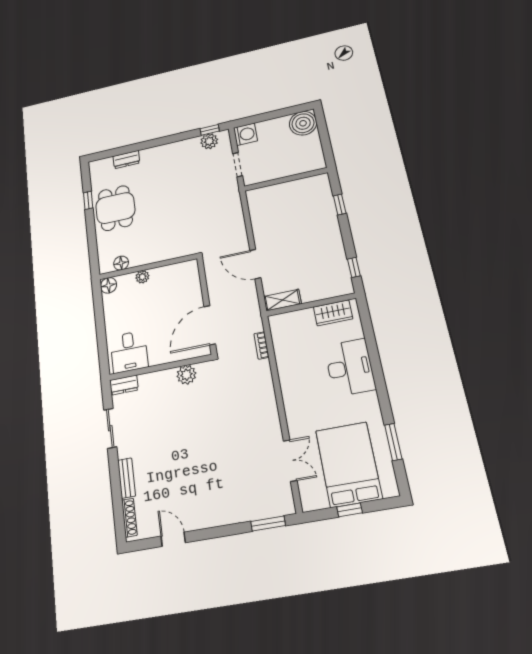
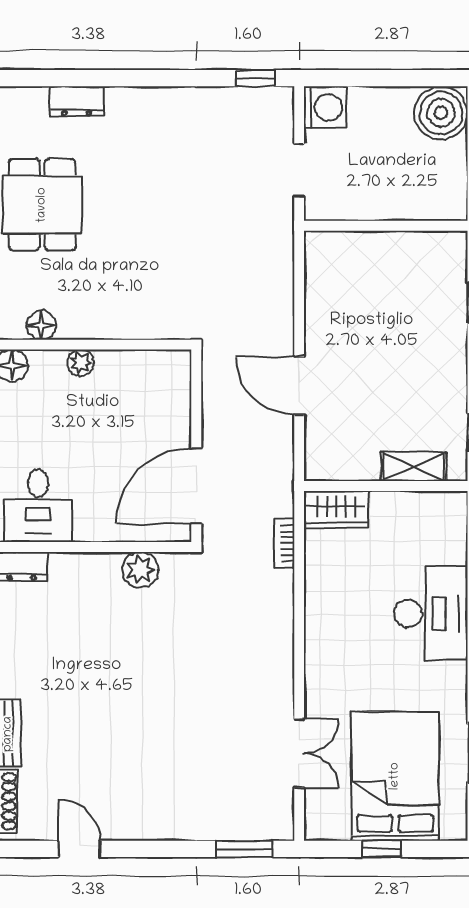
plant: (209, 141) -> (251, 104), removed
shelving: (282, 300) -> (413, 466), moved
wardrobe: (333, 313) -> (336, 509), moved

